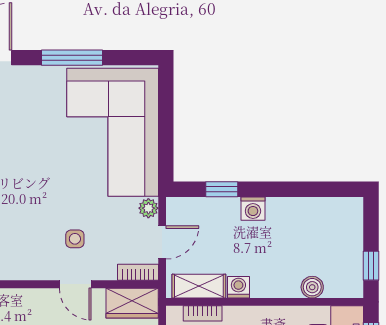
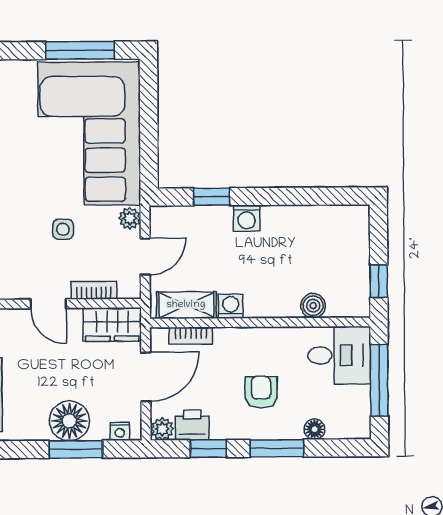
window: (72, 58) -> (80, 50), moved
side table: (75, 239) -> (63, 229), moved
bookcase: (138, 272) -> (94, 290), moved

